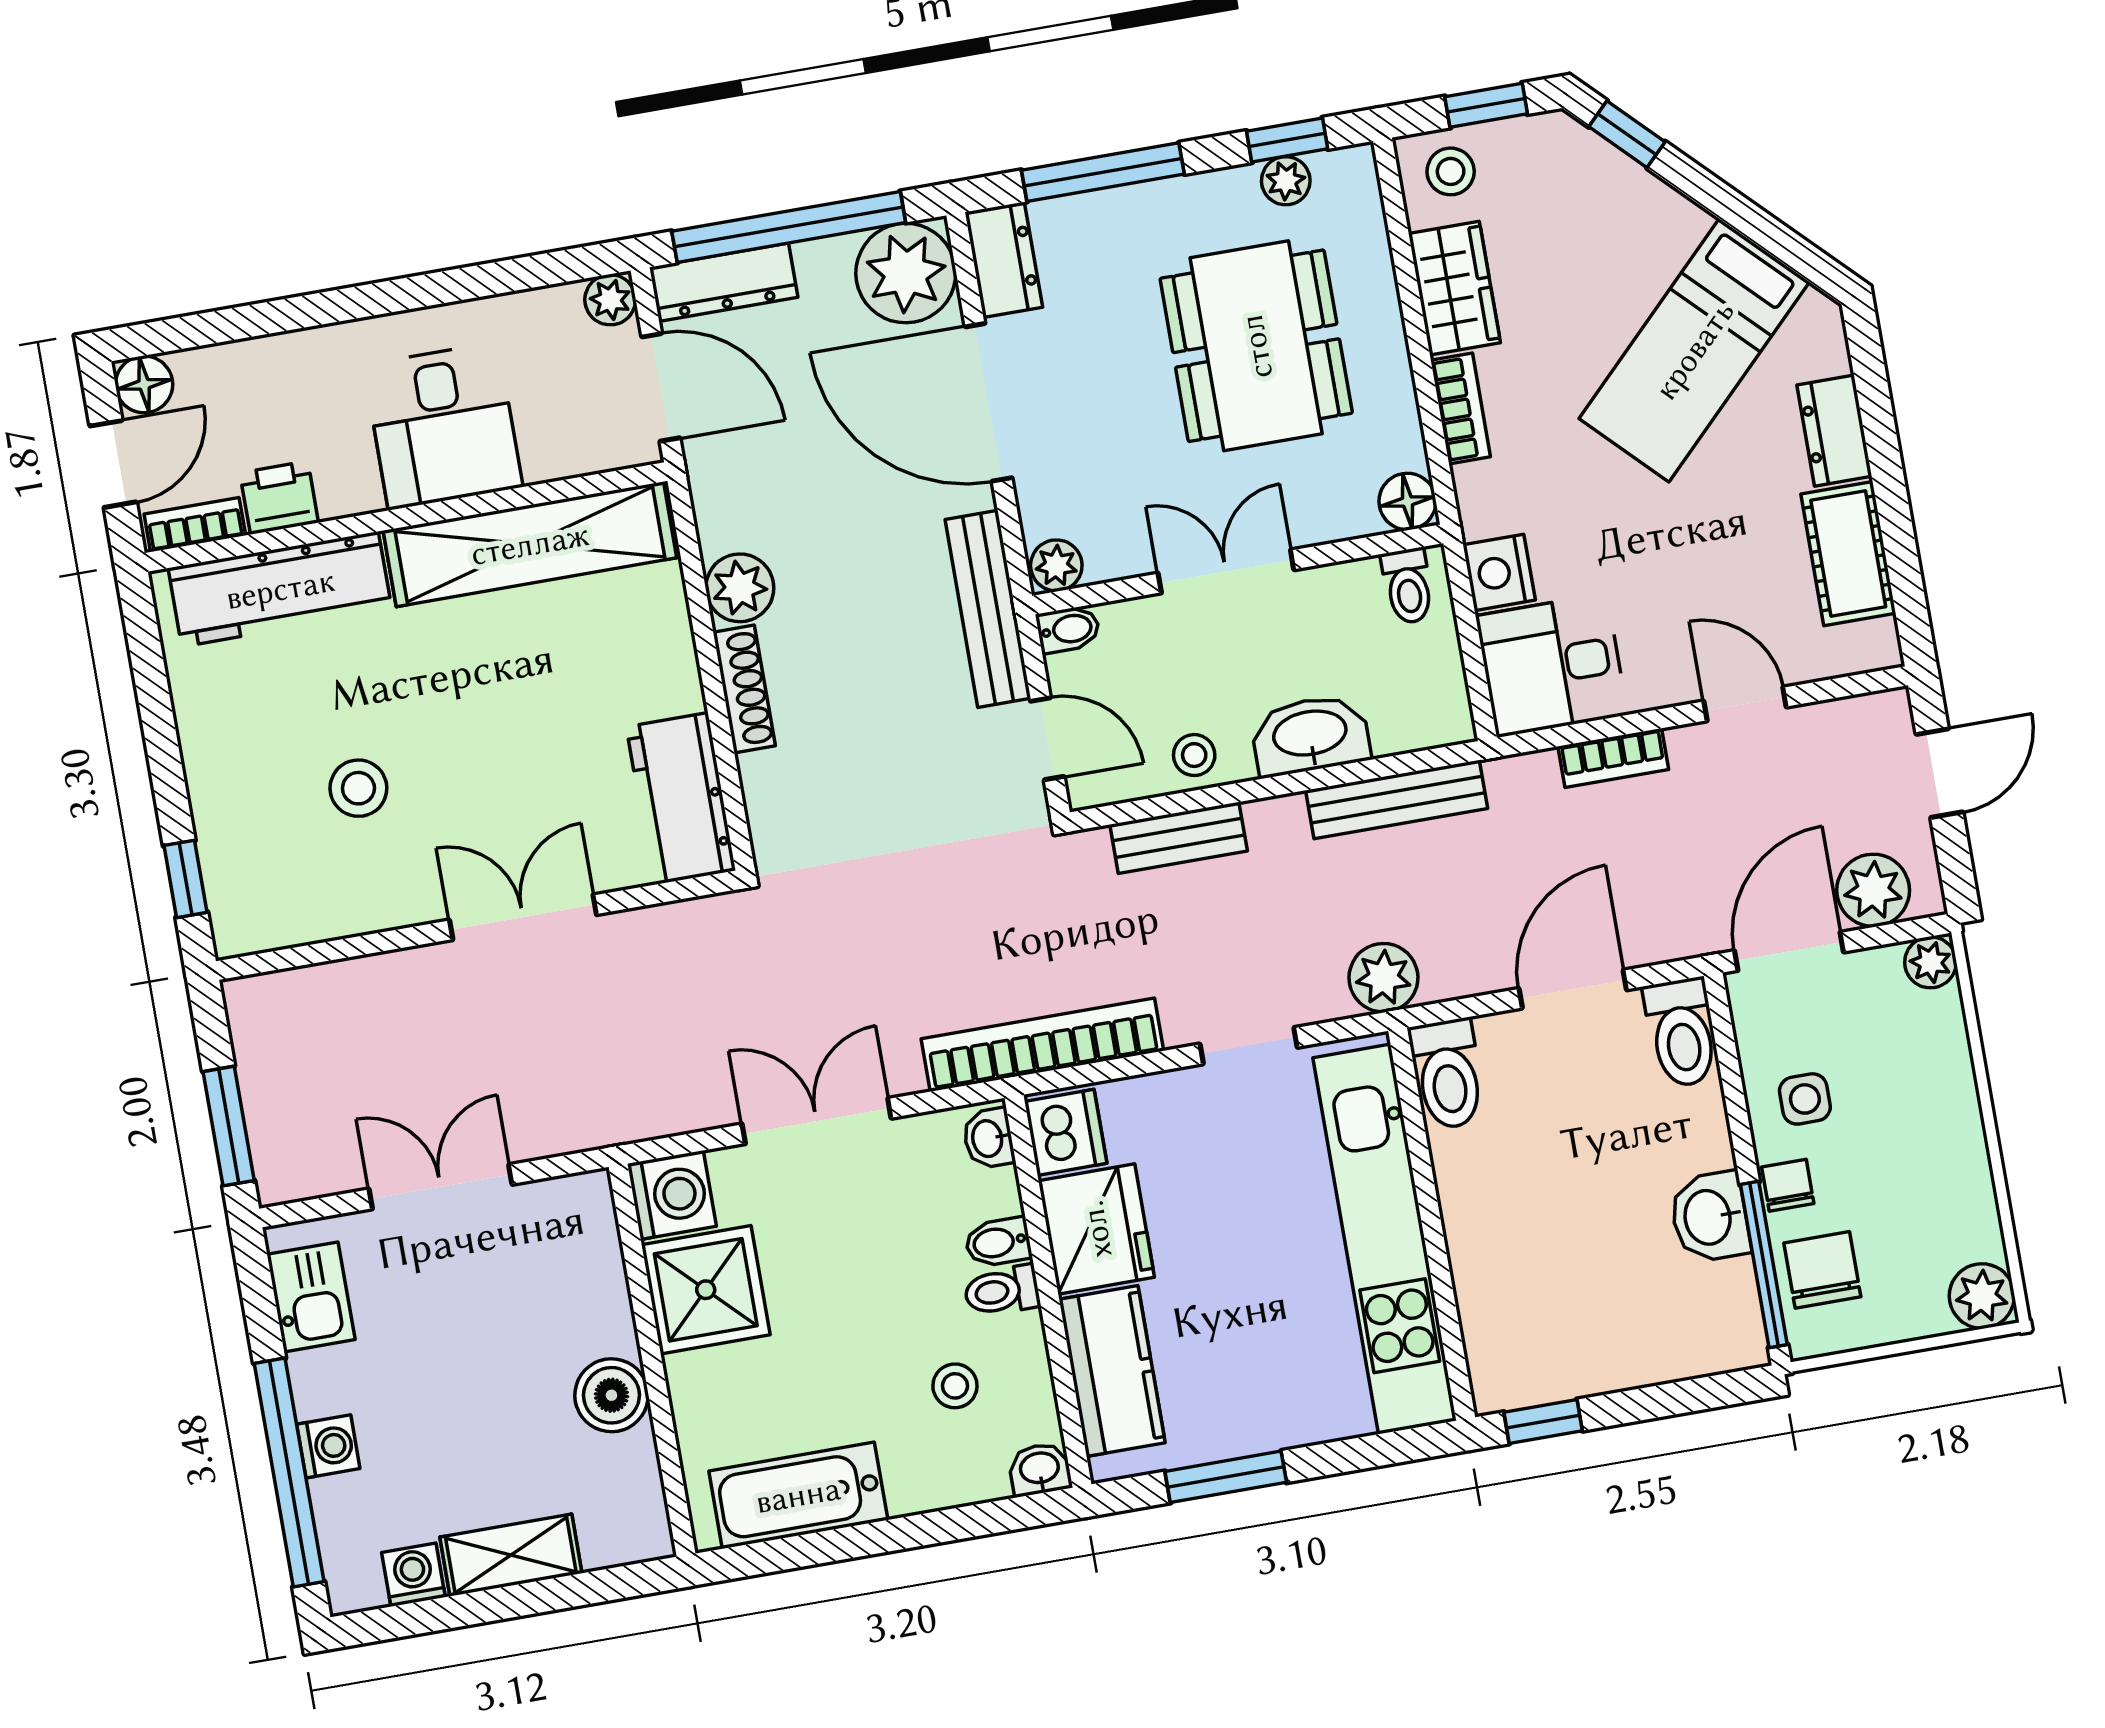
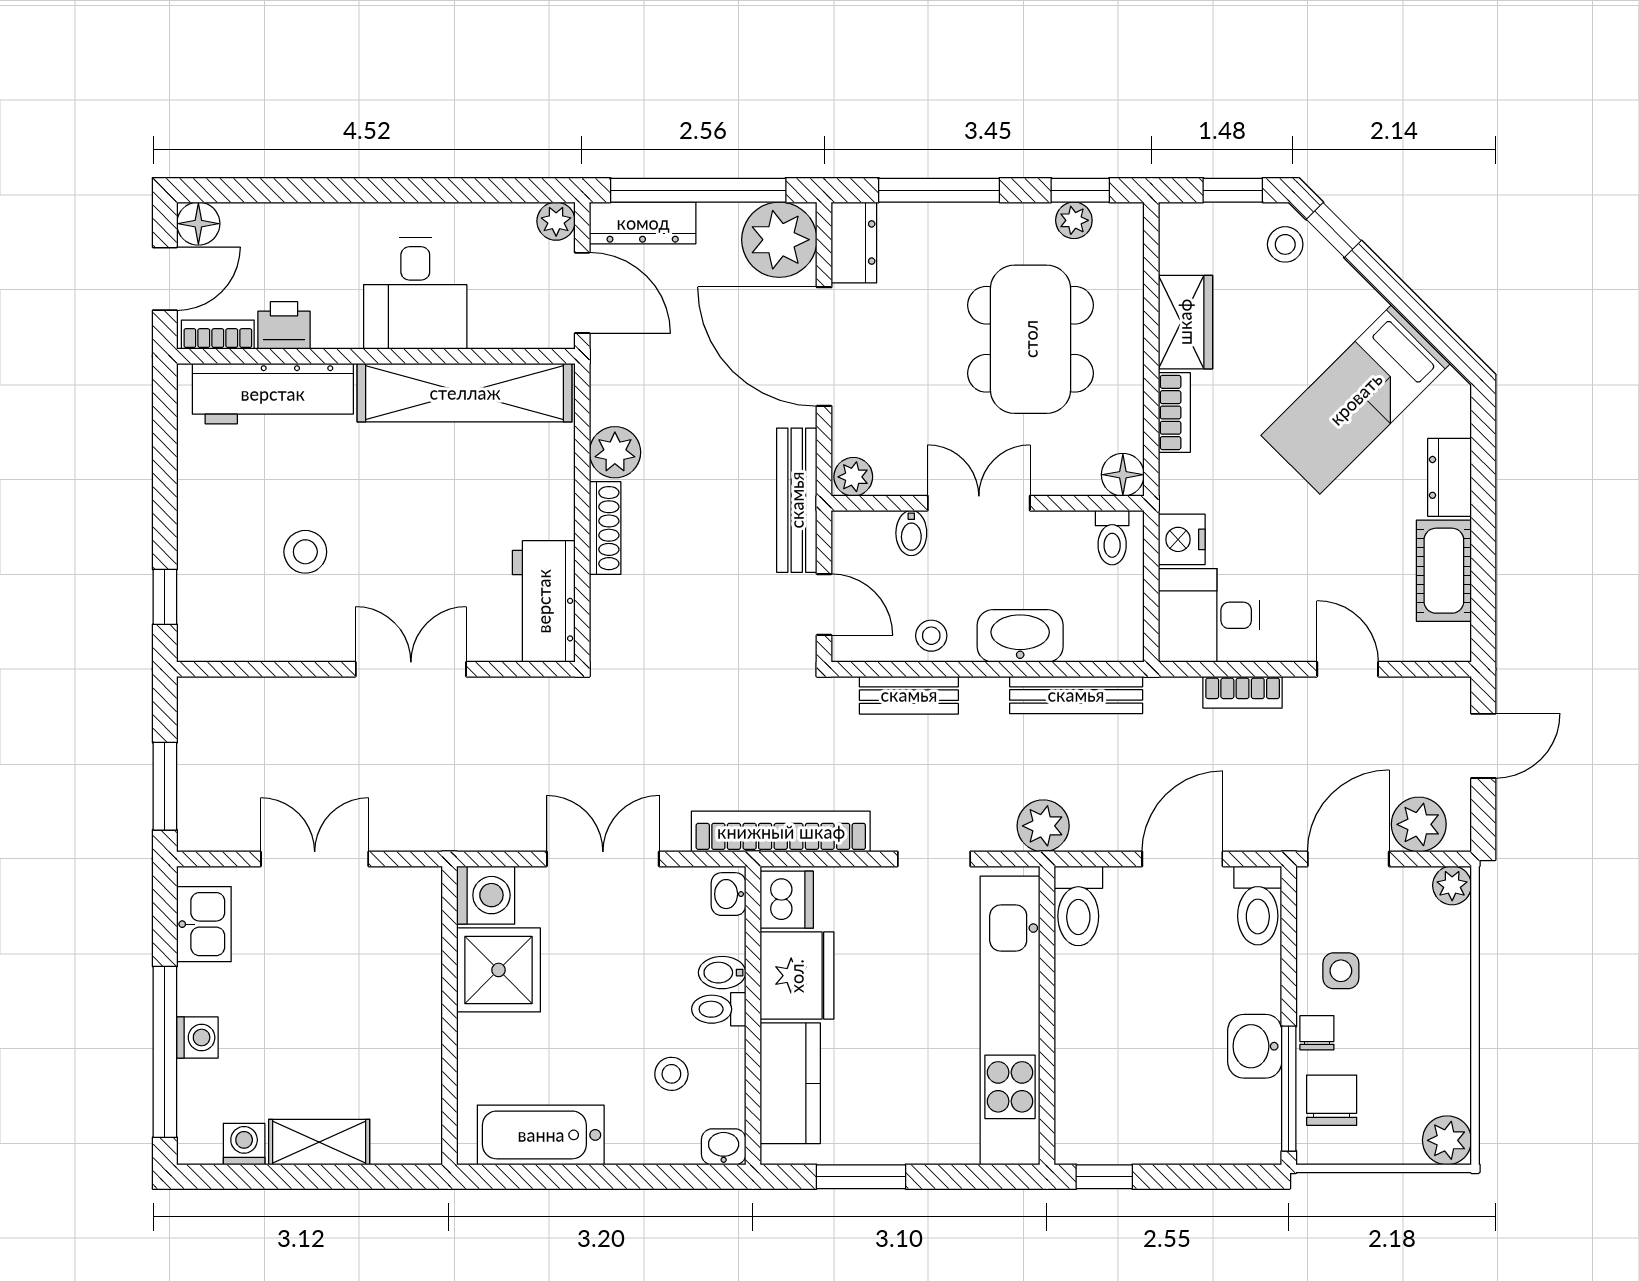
stool: (1451, 171) -> (1285, 244), moved
bidet: (1068, 629) -> (911, 533), moved, turned 90
boiler: (611, 1395) -> (415, 1036), removed

